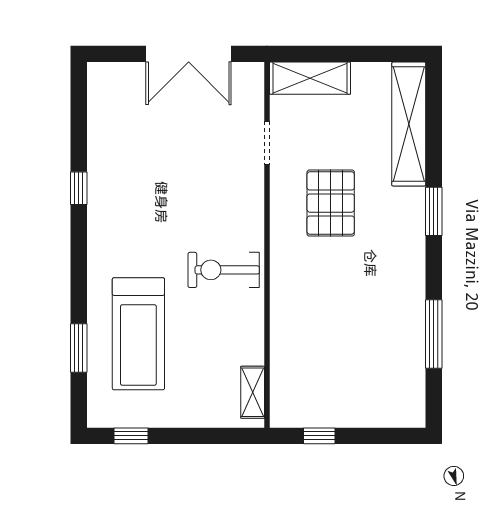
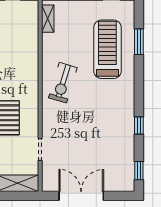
window: (79, 102) -> (139, 171), added
exercise bike: (224, 270) -> (63, 83), turned 107

